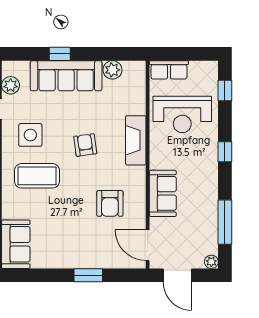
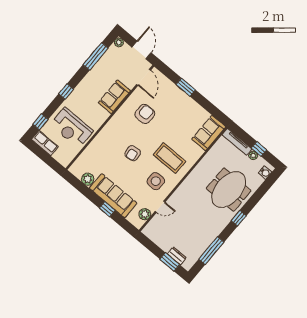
row of seats: (169, 70) -> (45, 143), moved
reception desk: (182, 114) -> (72, 128), turned 180
fireplace: (136, 140) -> (106, 134), removed

